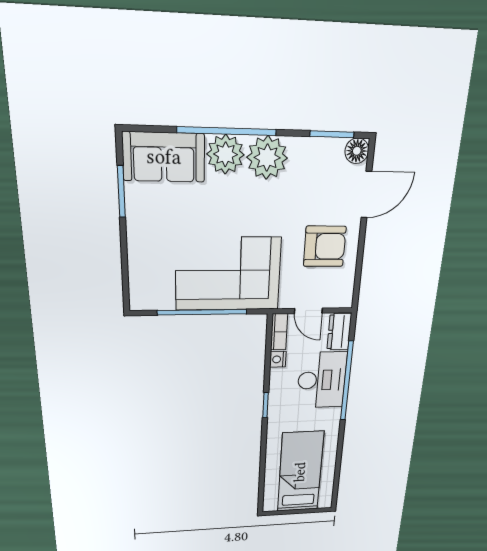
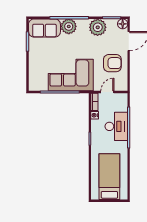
plant: (267, 158) -> (98, 27), moved
door: (308, 311) -> (107, 92), swing flipped
dresser: (339, 332) -> (123, 102), removed

